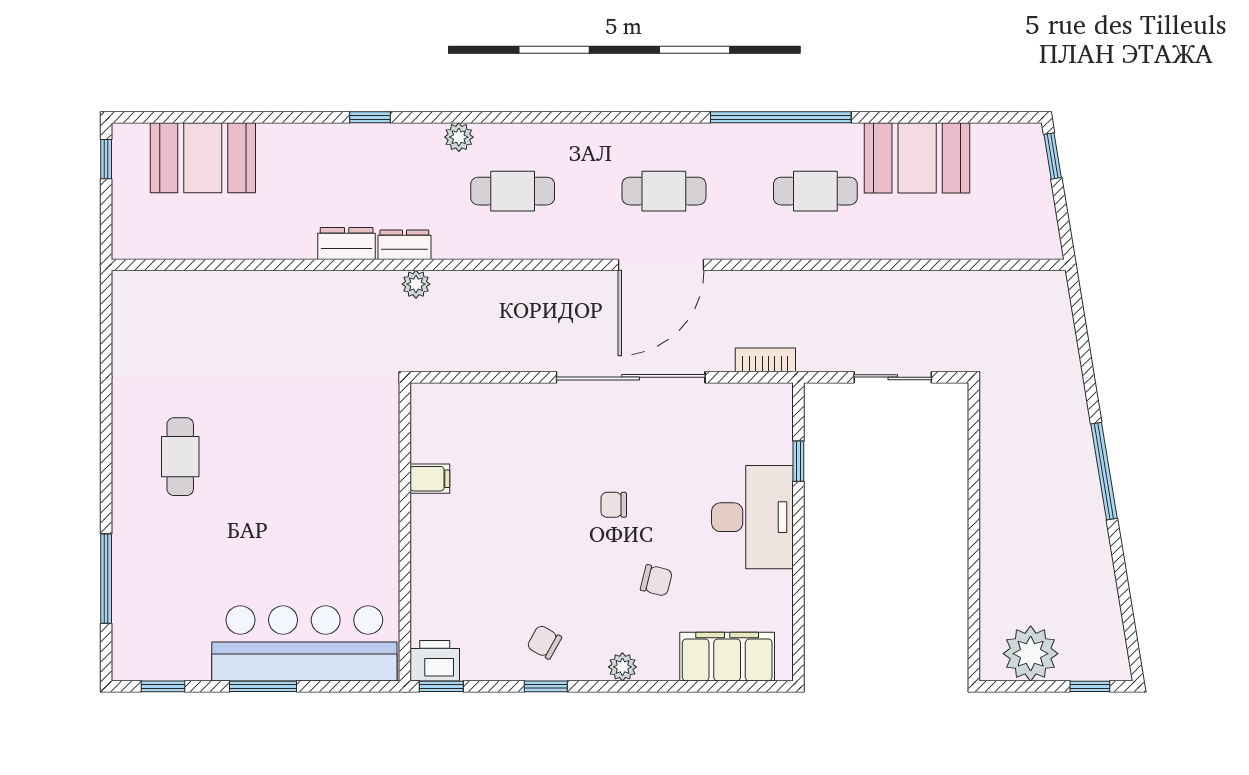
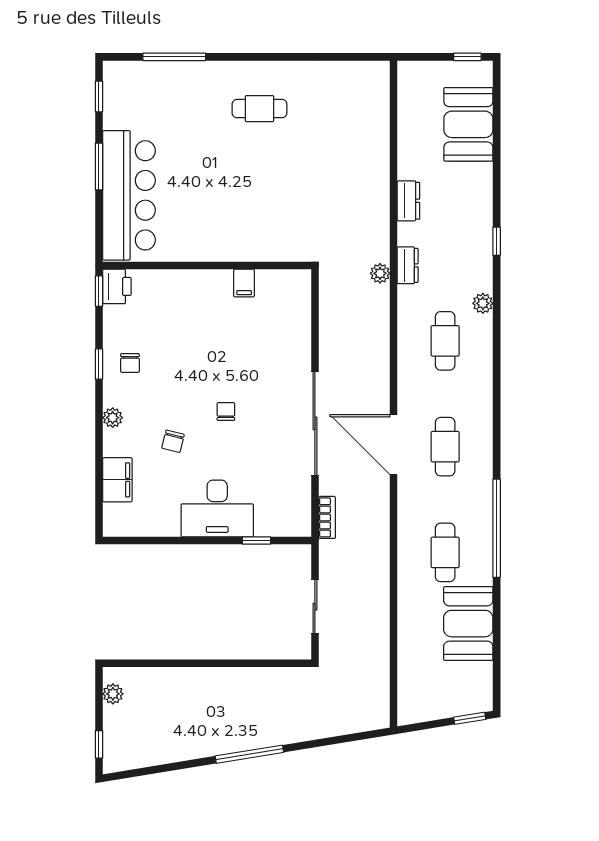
dresser: (347, 243) -> (408, 201), moved
chair: (544, 642) -> (130, 363), turned 151
plant: (1031, 654) -> (113, 694), width x0.53, depth x0.53
filing cabinet: (727, 657) -> (117, 480), width x0.67, depth x0.86

